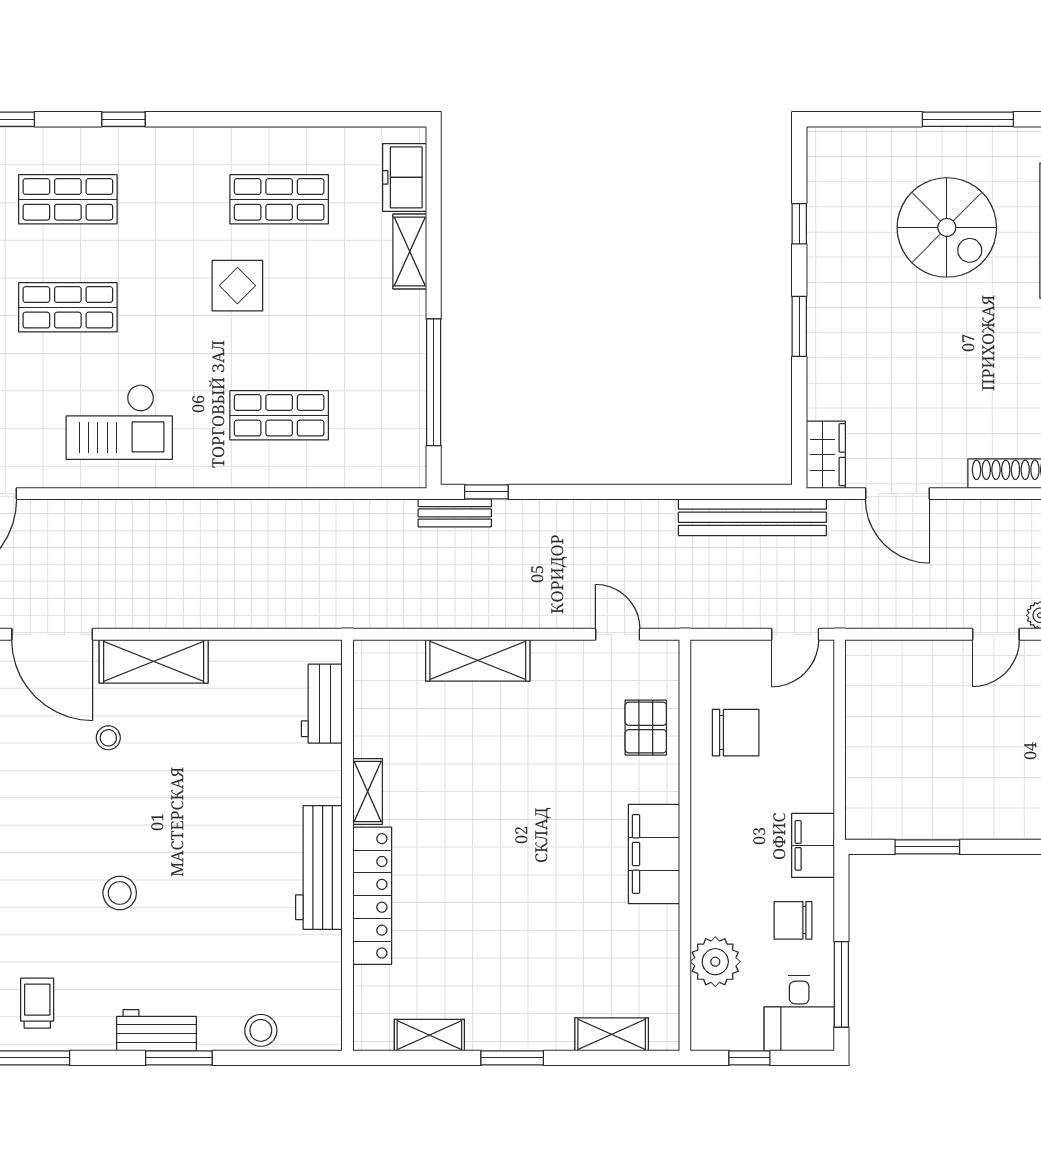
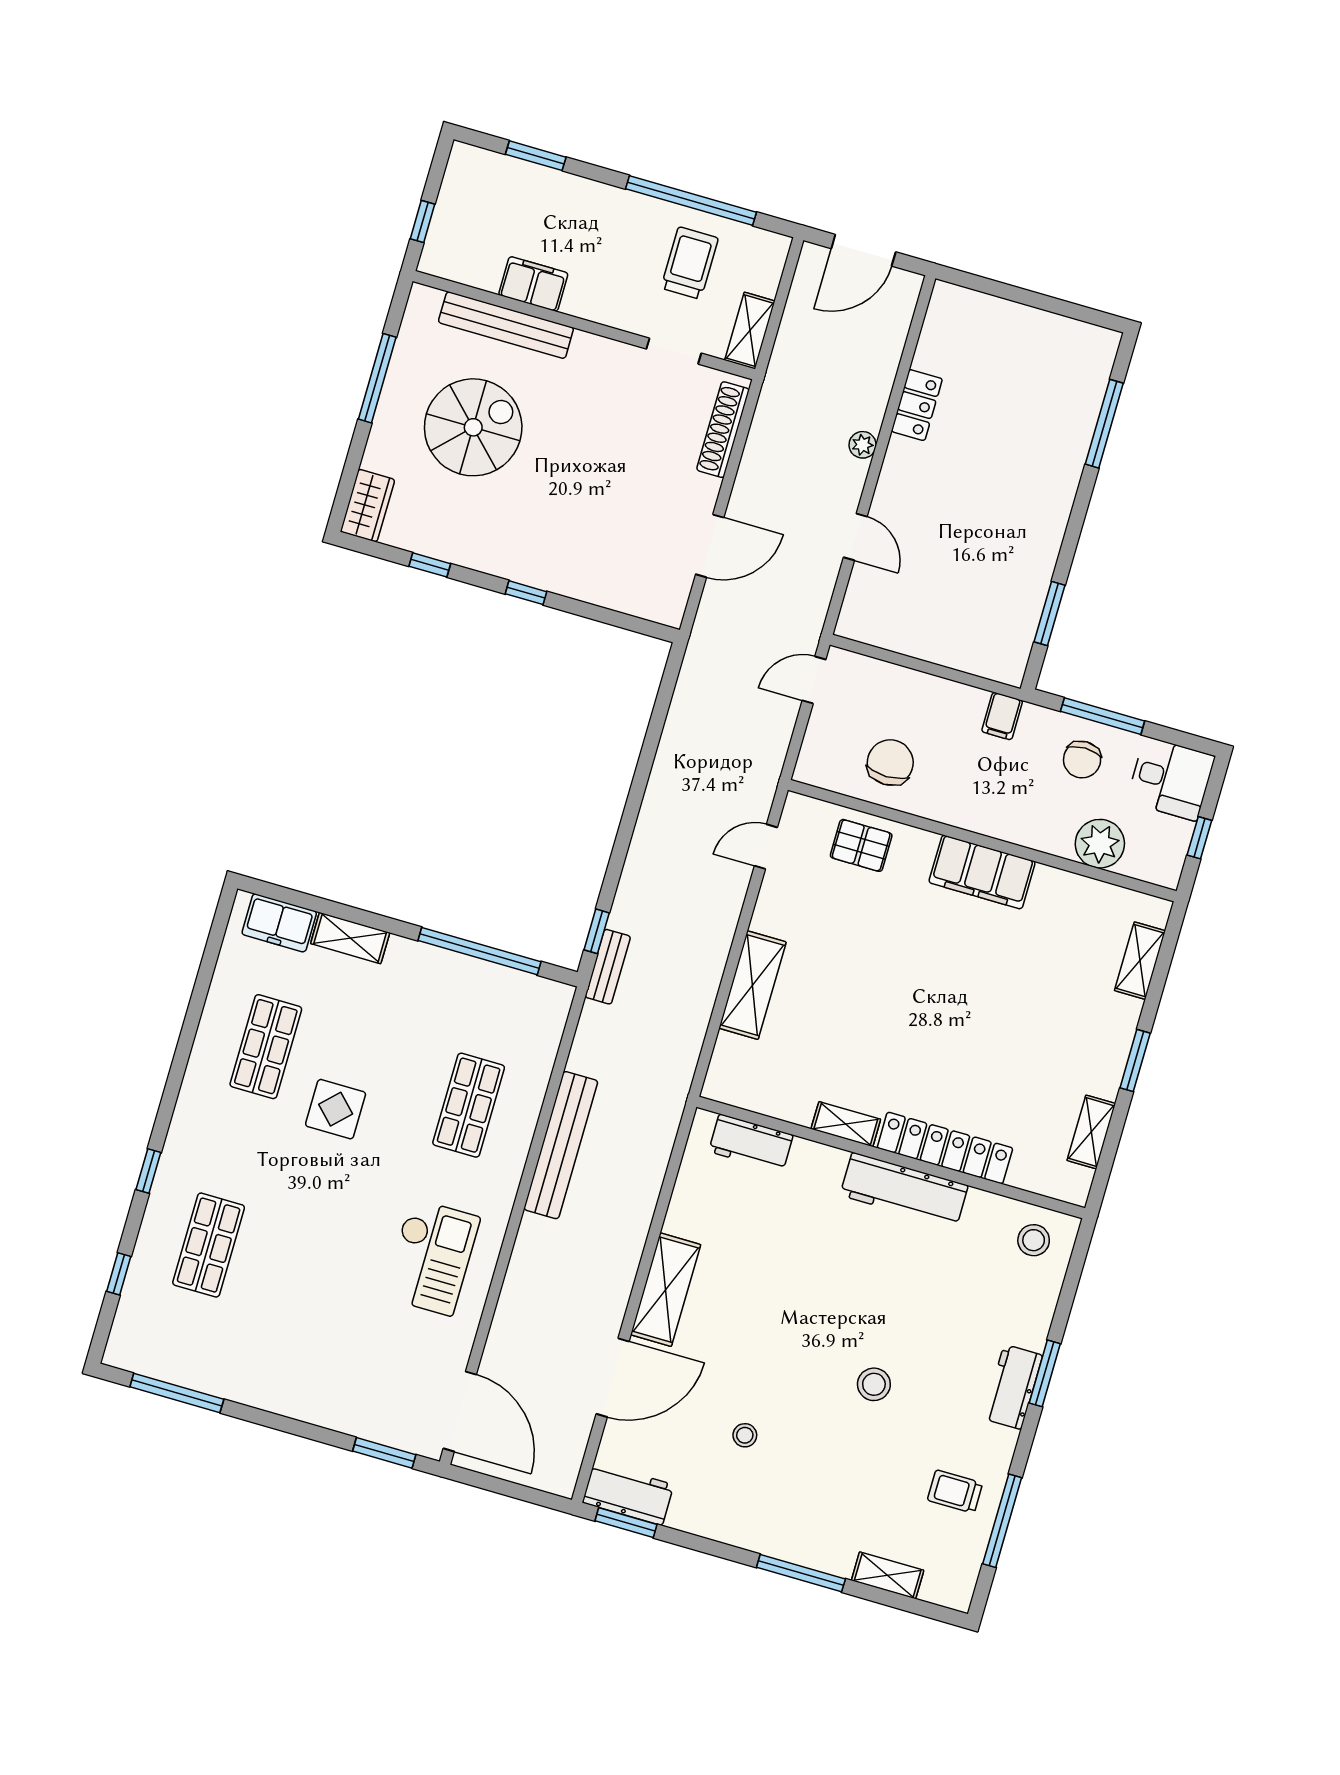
shop shelf: (68, 307) -> (310, 1274), removed
window: (799, 326) -> (526, 593), width x0.67
wardrobe: (826, 455) -> (368, 506), moved, turned 90
bench: (752, 517) -> (561, 1145), moved
door: (795, 634) -> (814, 680), swing flipped
door: (996, 634) -> (855, 537), moved
stool: (108, 738) -> (745, 1435), moved
filing cabinet: (813, 845) -> (1002, 716), width x0.50
window: (841, 984) -> (1103, 716), moved
stool: (261, 1030) -> (1034, 1240), moved

